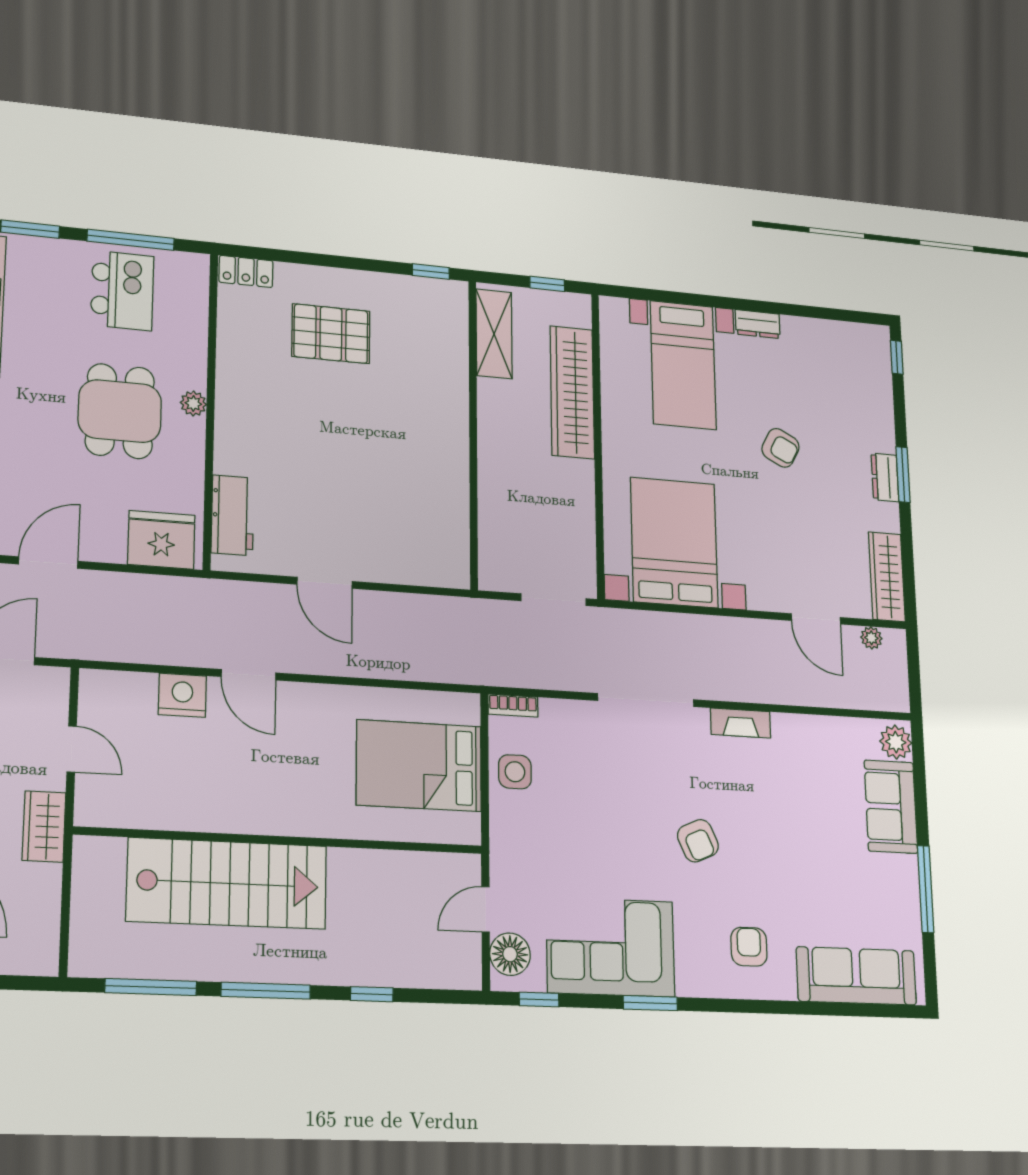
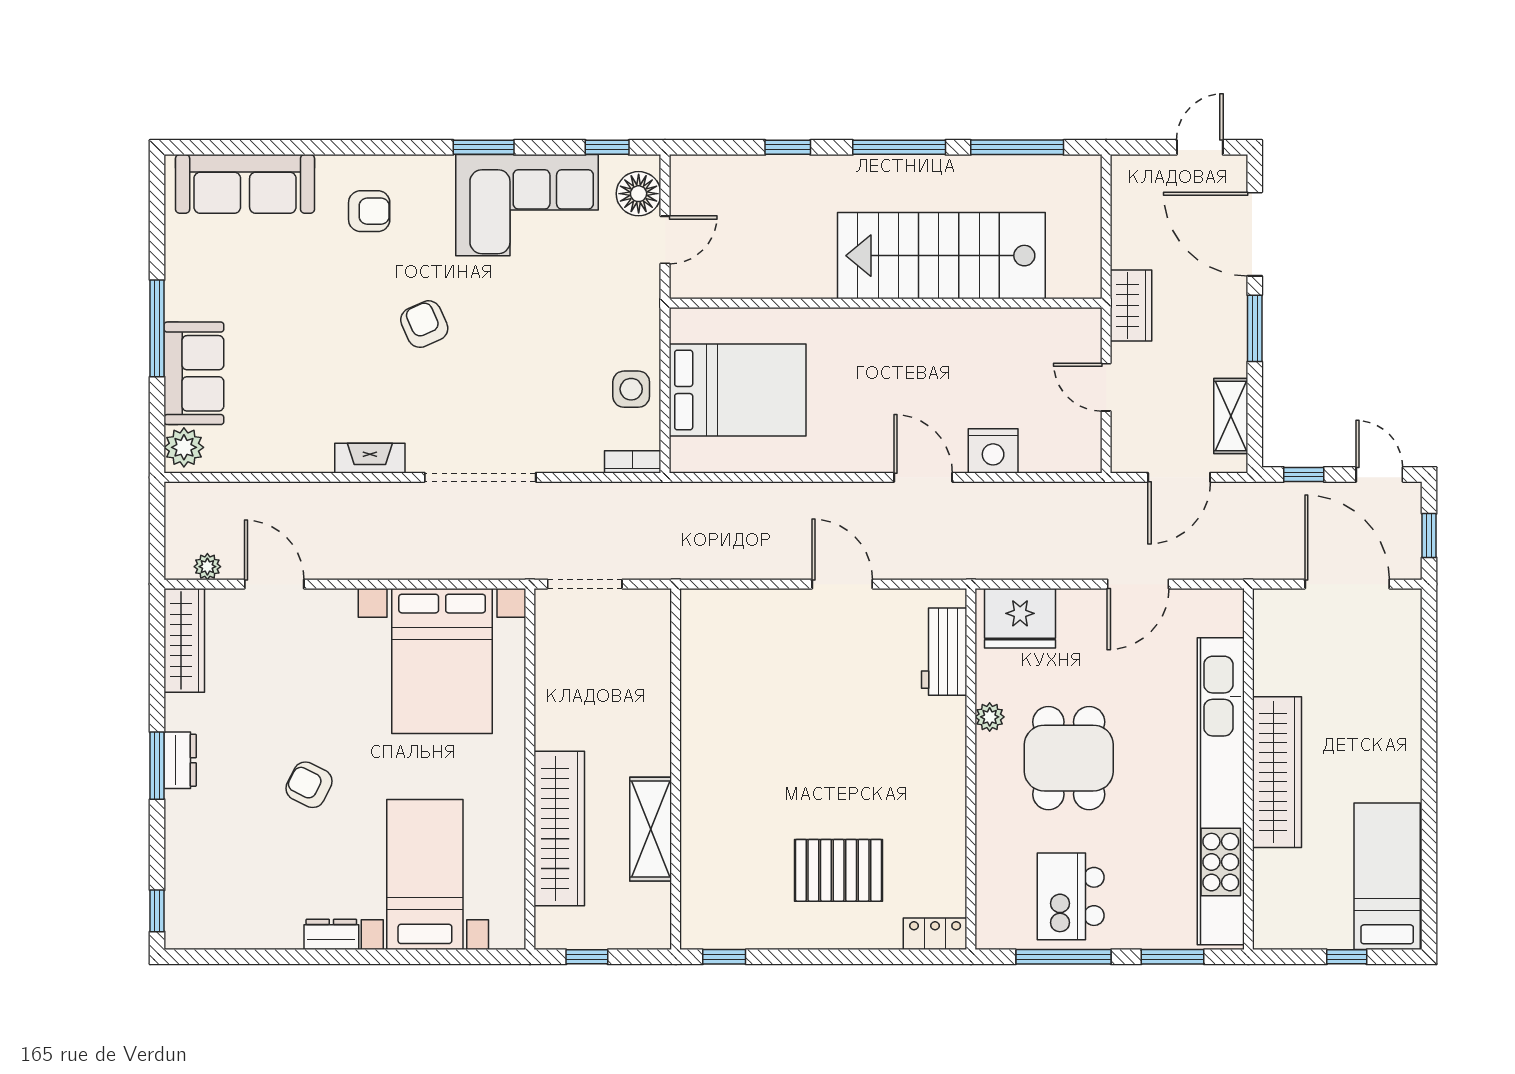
shelving: (494, 334) -> (651, 829), moved
plant: (193, 403) -> (990, 717), moved
window: (926, 889) -> (157, 328), moved
armchair: (749, 947) -> (369, 211), turned -90

